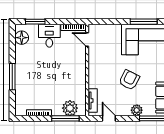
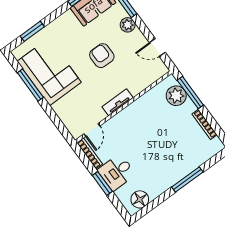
window: (35, 22) -> (102, 183), moved
armchair: (129, 80) -> (102, 56), turned 63
tv unit: (93, 101) -> (118, 102), moved
door: (109, 118) -> (157, 47), hinge flipped

